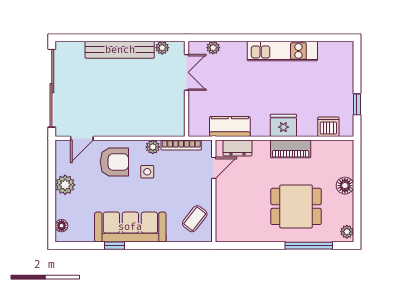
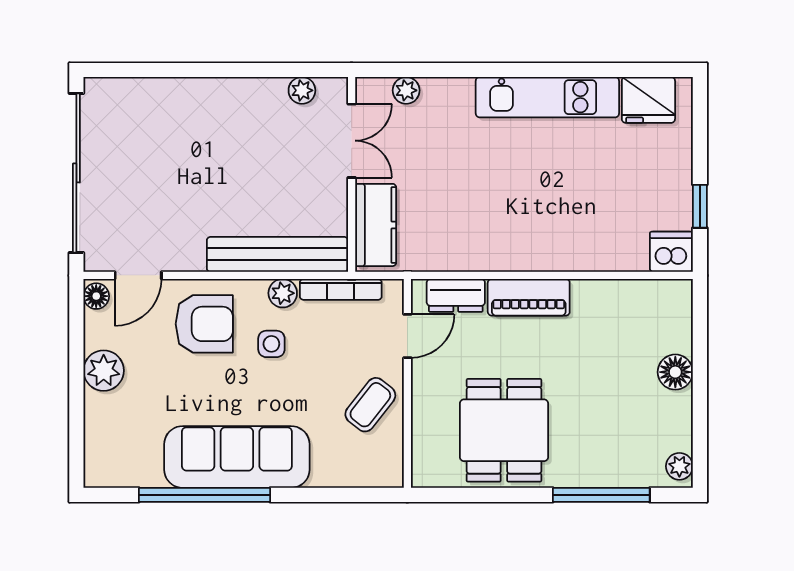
bench: (120, 50) -> (277, 254), moved
fridge: (283, 125) -> (648, 100), moved, turned 180
kitchen counter: (230, 126) -> (376, 225), moved, turned 90
dishwasher: (328, 127) -> (671, 252), moved
piano: (291, 149) -> (529, 297), moved
dining table: (296, 206) -> (504, 430), moved, turned 90
coffee table: (195, 219) -> (370, 405), moved
floor lamp: (62, 226) -> (96, 296), moved
window: (114, 246) -> (204, 495), width x3.17

